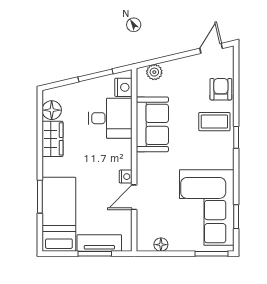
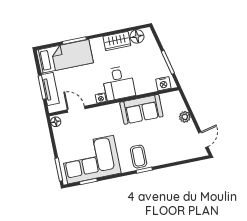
door: (211, 48) -> (203, 140), hinge flipped
plant: (154, 72) -> (185, 117), moved
armchair: (221, 89) -> (176, 153), removed
desk: (110, 118) -> (119, 83), moved
coffee table: (214, 122) -> (139, 157), moved
door: (134, 197) -> (76, 109), moved
floor lamp: (161, 245) -> (56, 122), moved

